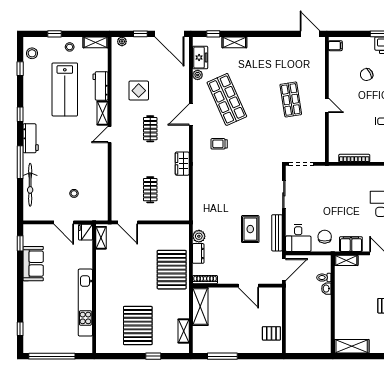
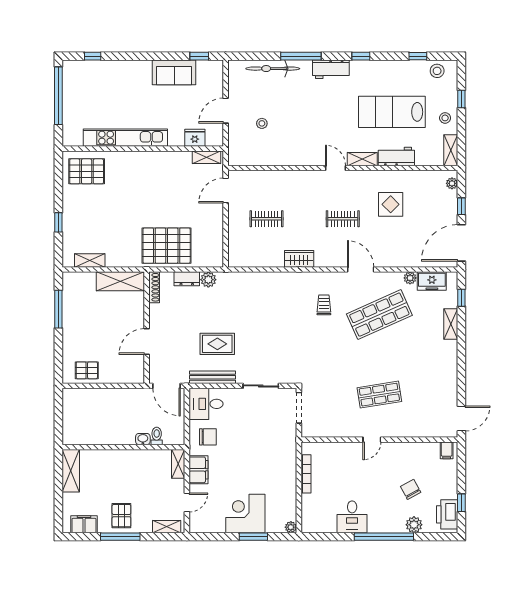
fridge: (85, 232) -> (195, 138), moved
pallet: (138, 326) -> (87, 171), moved, width x0.73, depth x0.71
pallet: (271, 333) -> (87, 370), turned 90

